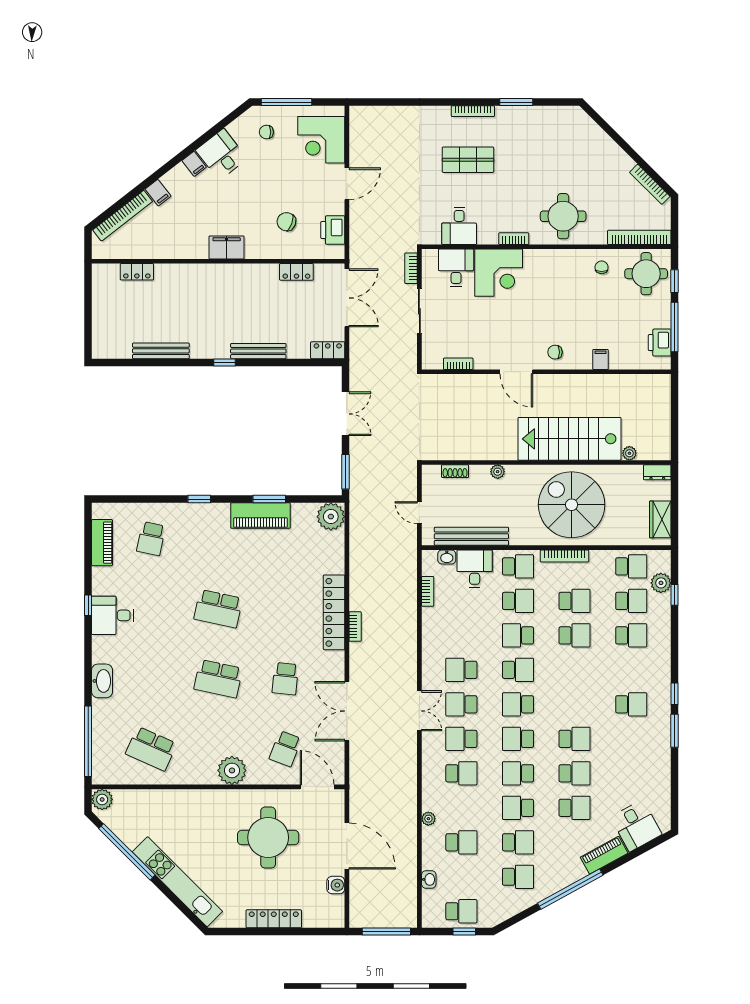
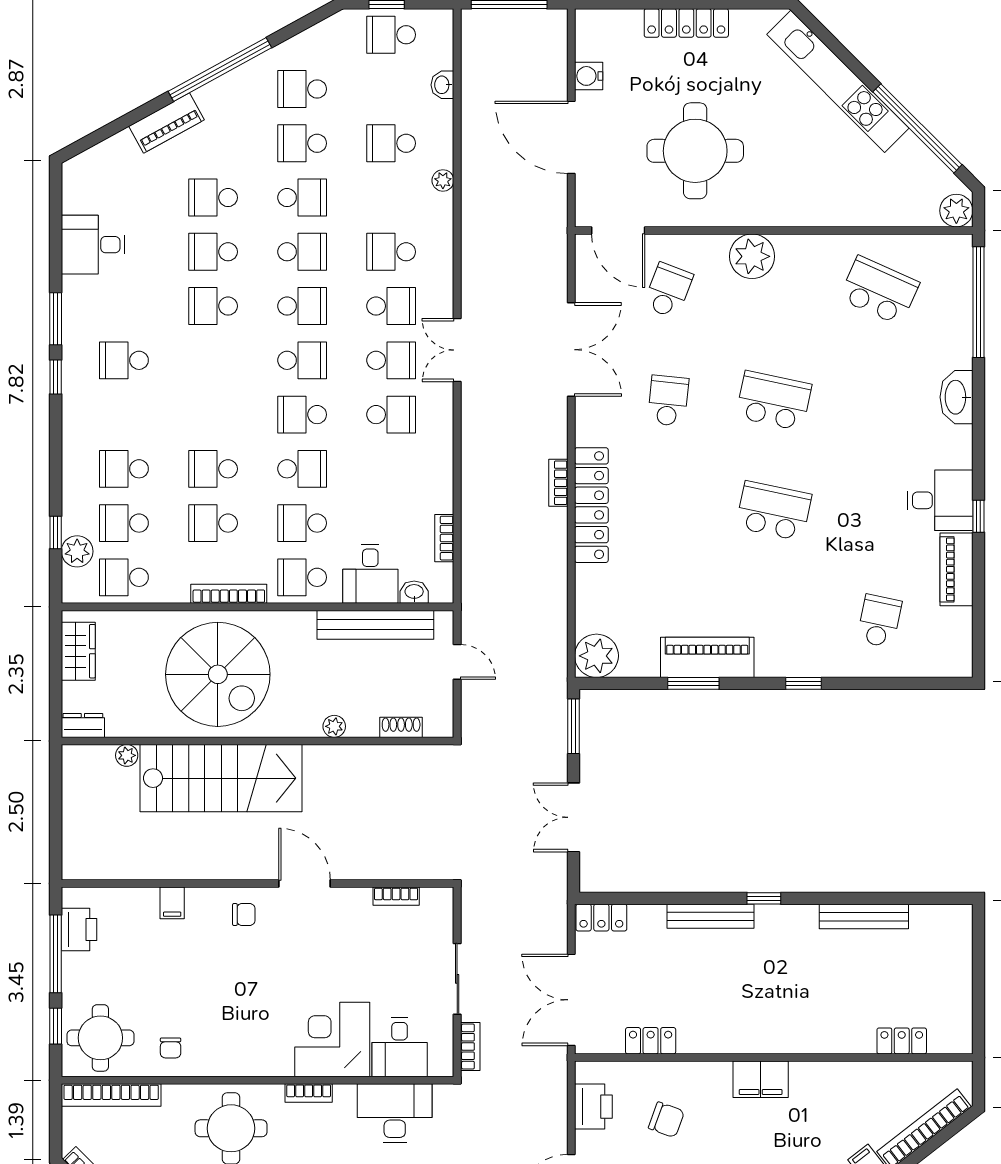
desk: (459, 226) -> (395, 1113), width x1.37
piano: (102, 543) -> (956, 569), moved
desk: (636, 826) -> (93, 245), moved, turned -61

